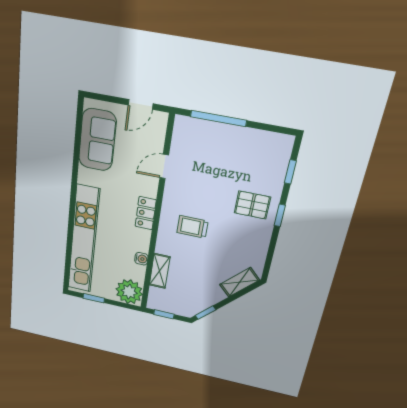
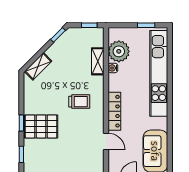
door: (164, 166) -> (106, 142), hinge flipped
pallet: (252, 205) -> (41, 126), width x1.50, depth x1.42
locker: (146, 213) -> (114, 111), width x1.53
plant: (129, 292) -> (119, 51), moved

